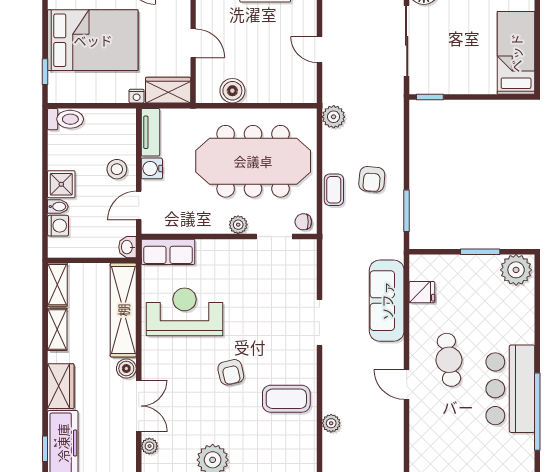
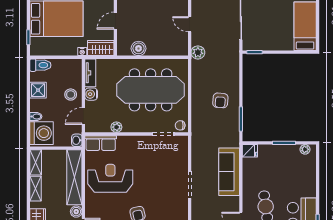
door: (193, 43) -> (115, 21), swing flipped
plant: (334, 117) -> (198, 52), moved
shower: (61, 184) -> (38, 90), moved
coffee table: (334, 190) -> (198, 107), removed
plant: (238, 225) -> (116, 127), moved
washing machine: (58, 226) -> (41, 133), width x1.89, depth x1.89
plant: (516, 270) -> (305, 149), width x0.53, depth x0.53
fridge: (422, 292) -> (250, 151), moved

